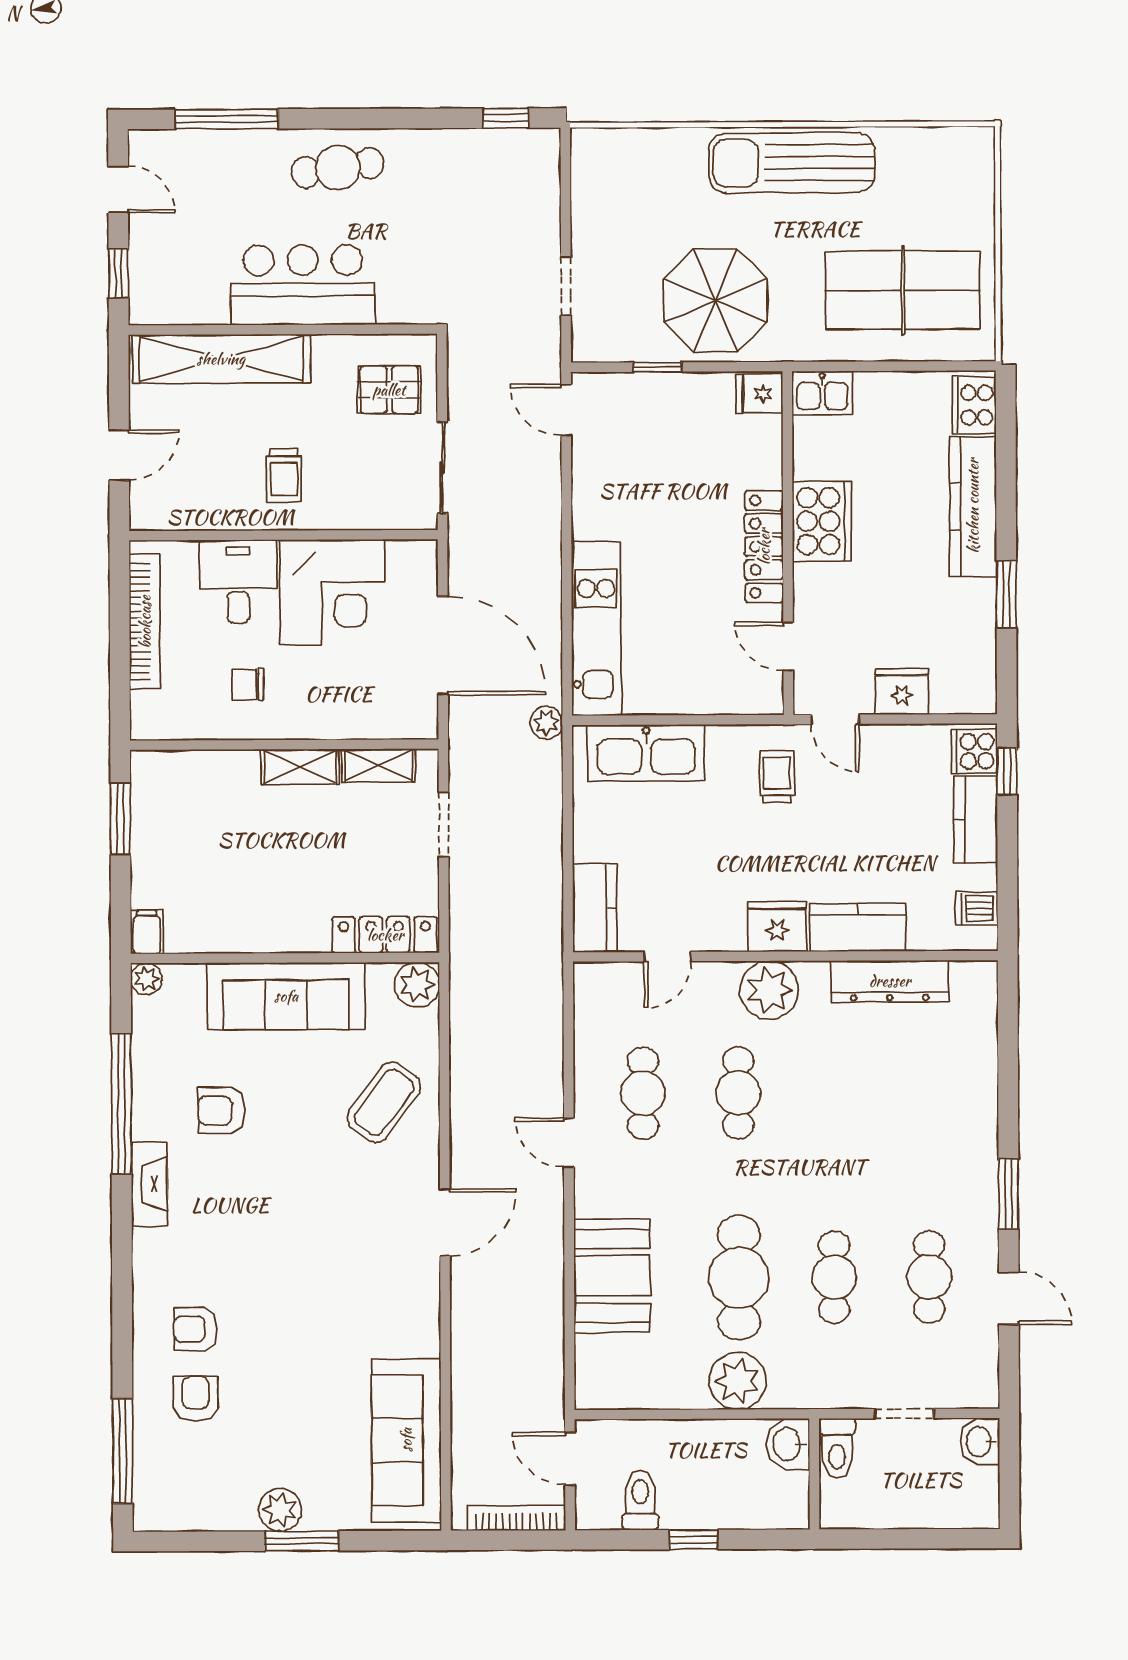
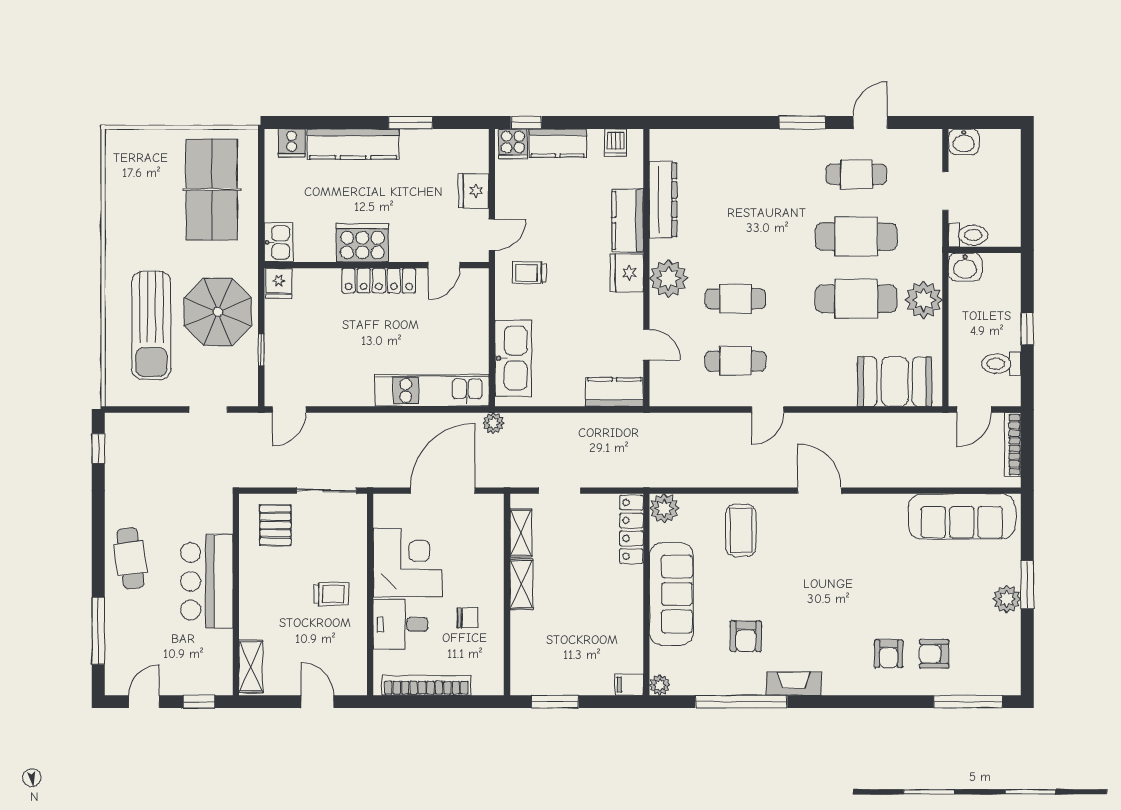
sun lounger: (792, 163) -> (151, 326), moved
shelving: (221, 359) -> (251, 666), width x0.45, depth x0.75
cooker: (974, 405) -> (292, 143), width x0.73
chair: (248, 685) -> (468, 618), turned -90
coffee table: (384, 1102) -> (741, 530), turned 53
booth: (612, 1276) -> (895, 382), moved
cafe table: (834, 1277) -> (856, 237), width x1.37, depth x1.35

